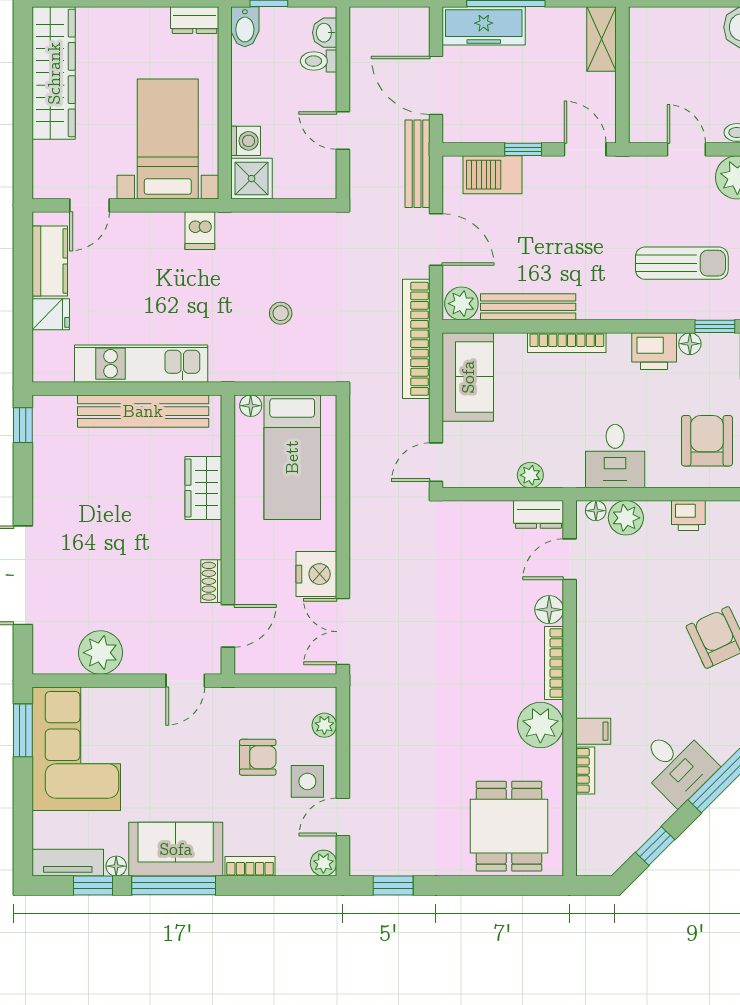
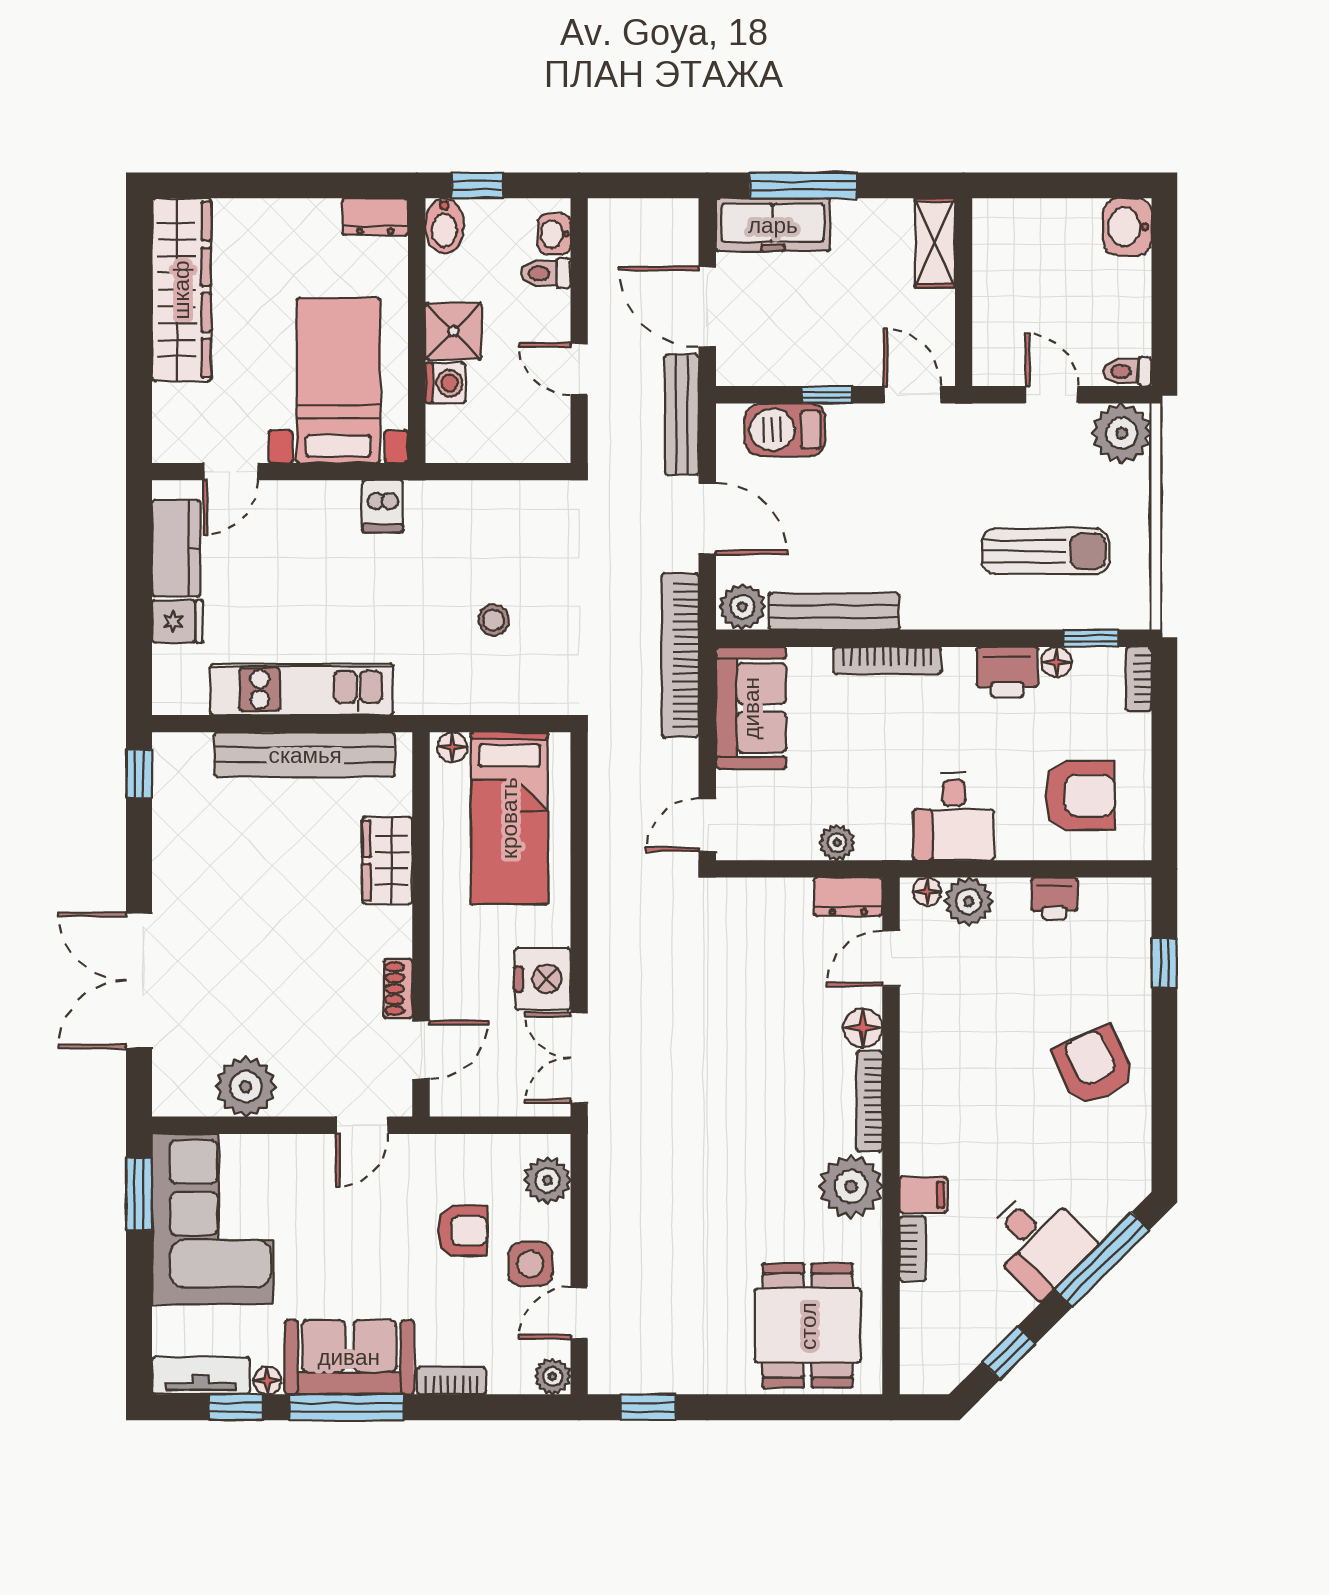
shower: (252, 179) -> (454, 331), moved
armchair: (707, 441) -> (1080, 795), turned 90
plant: (324, 725) -> (547, 1180), width x1.38, depth x1.38

